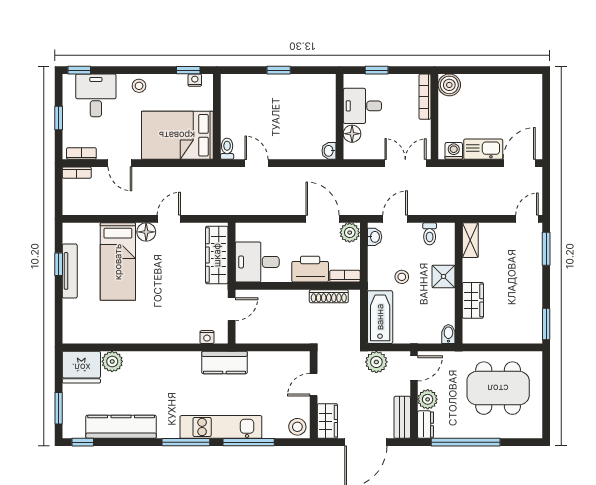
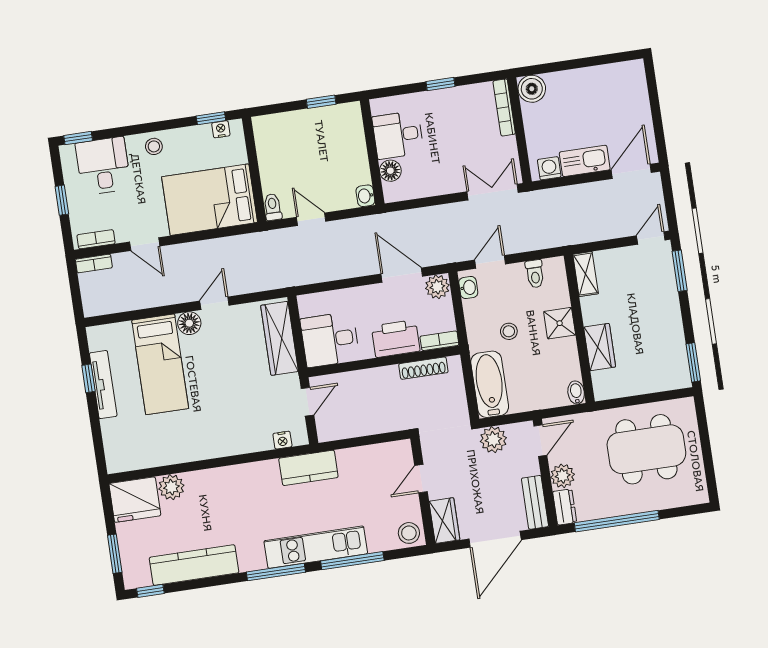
desk: (362, 106) -> (398, 135), moved
wall: (340, 117) -> (372, 152), moved
floor lamp: (352, 134) -> (390, 171), moved
washbasin: (329, 151) -> (365, 196), moved

